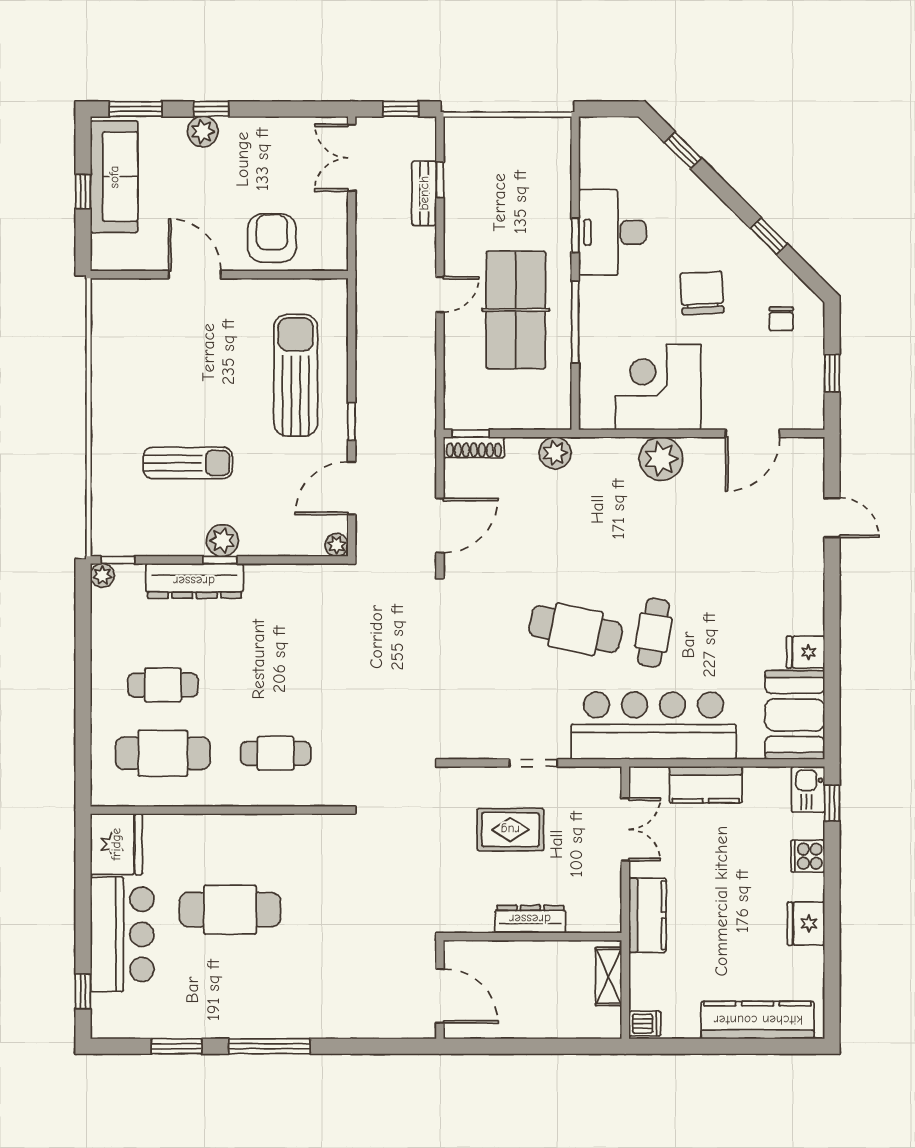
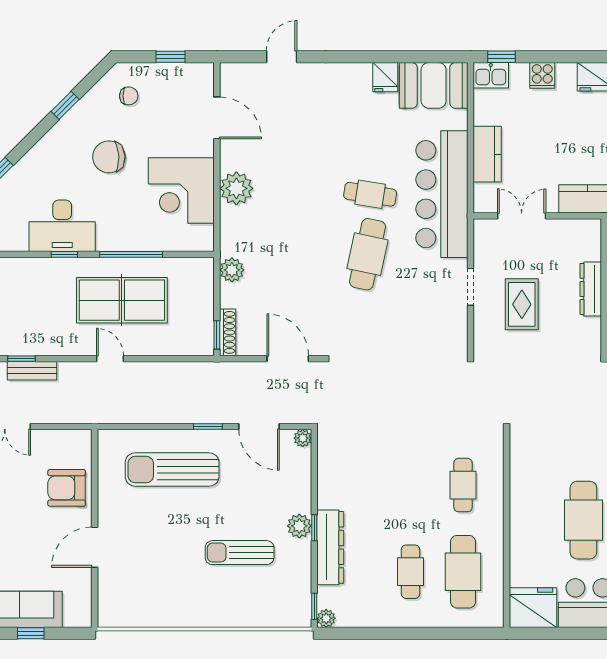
sun lounger: (188, 463) -> (240, 553), turned -90

